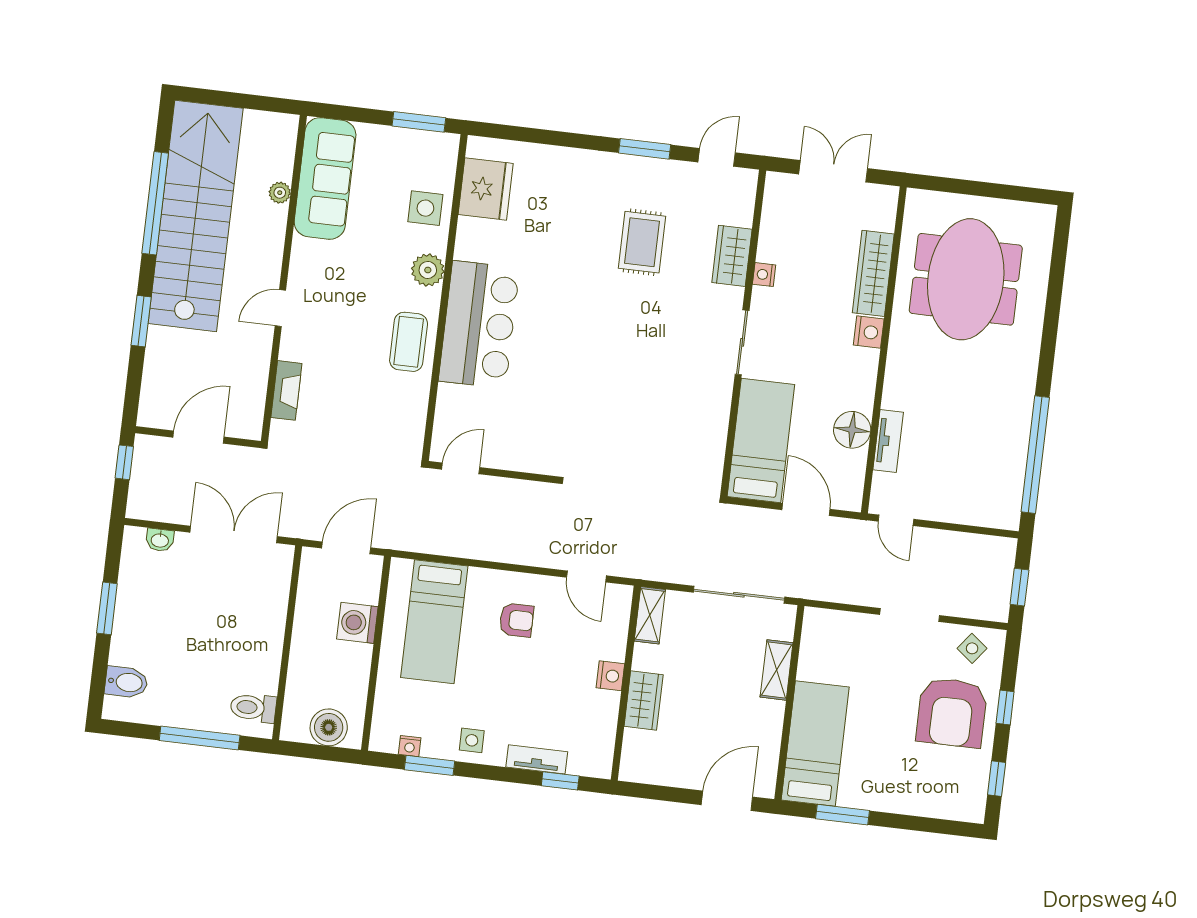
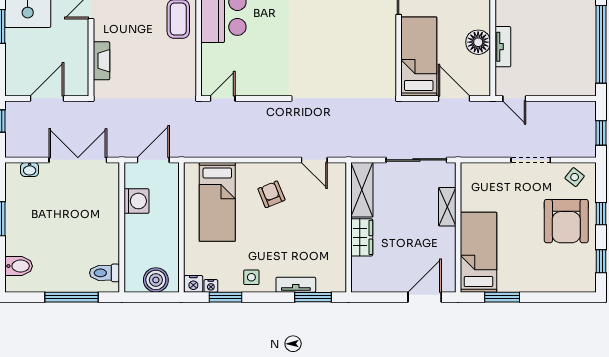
shelving: (650, 615) -> (362, 190), width x1.50, depth x1.33
armchair: (516, 620) -> (271, 194), turned -112
washing machine: (357, 623) -> (136, 201), moved, turned 180
nightstand: (610, 676) -> (193, 284), moved, turned 90
window: (560, 781) -> (313, 297), width x1.50

